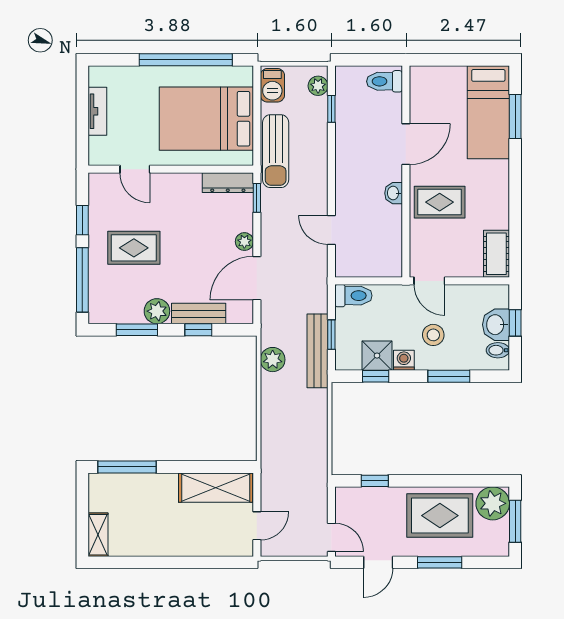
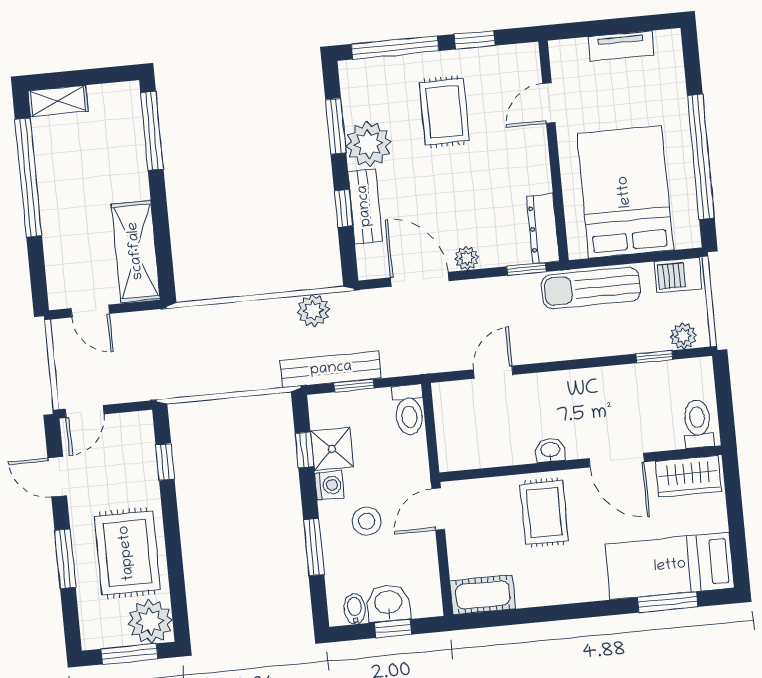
wardrobe: (423, 92) -> (688, 476), added
plant: (157, 311) -> (368, 144), width x1.36, depth x1.36
window: (153, 562) -> (28, 178), added

